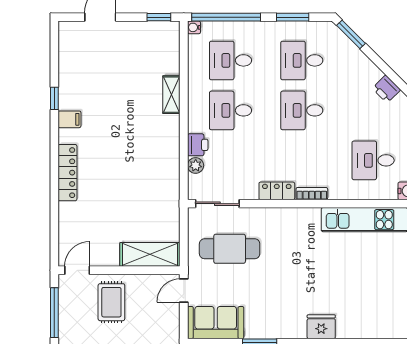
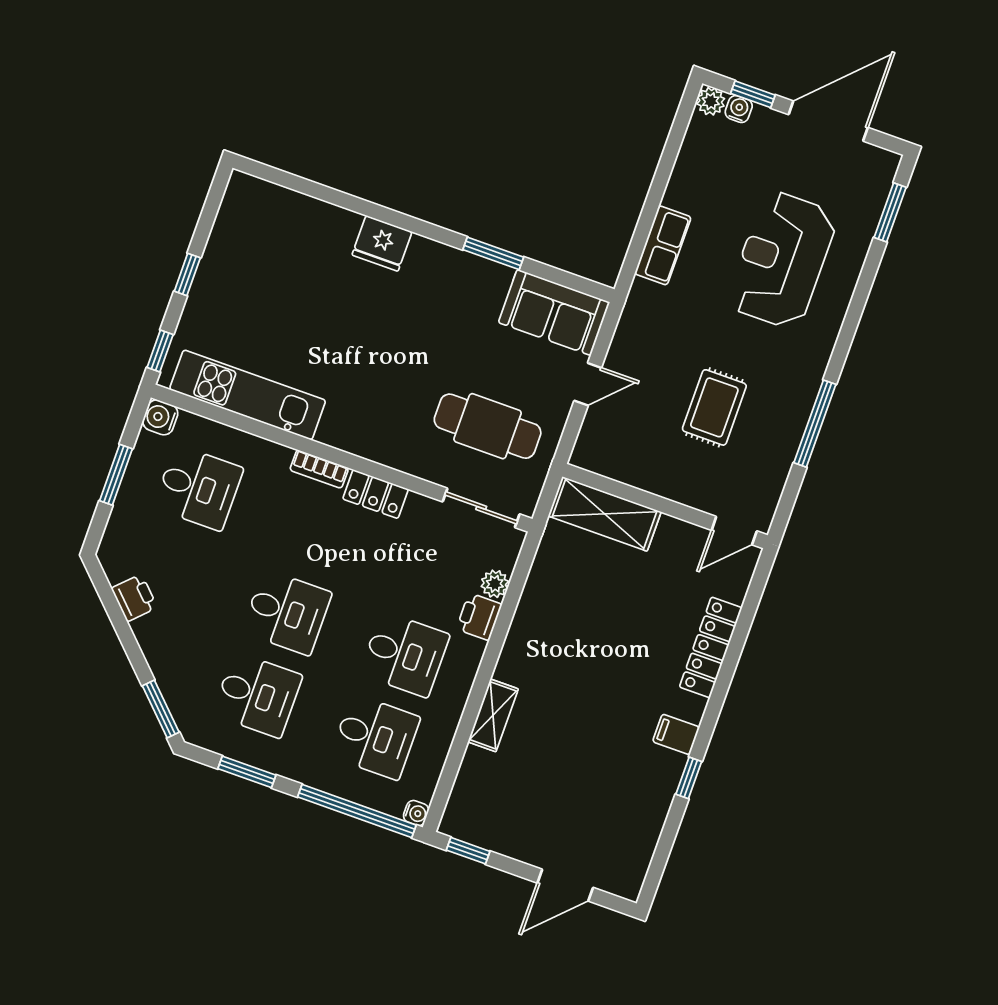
shelving: (150, 254) -> (605, 514), moved
door: (77, 270) -> (734, 531), moved
wall: (119, 270) -> (665, 506), moved

